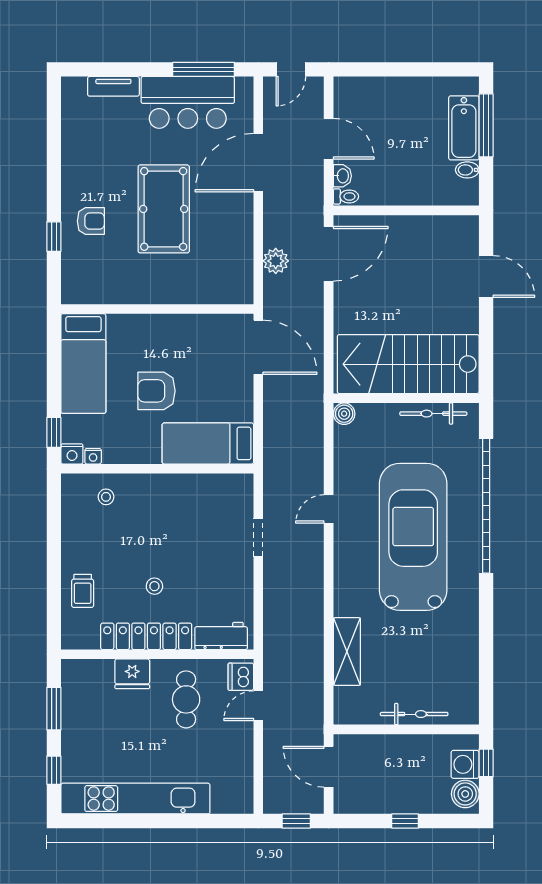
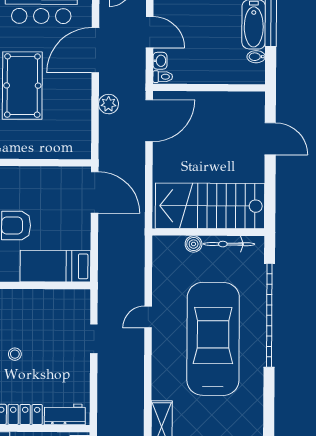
plant: (276, 261) -> (109, 104), moved
boiler: (344, 414) -> (194, 244), moved
stool: (154, 586) -> (15, 354), moved

